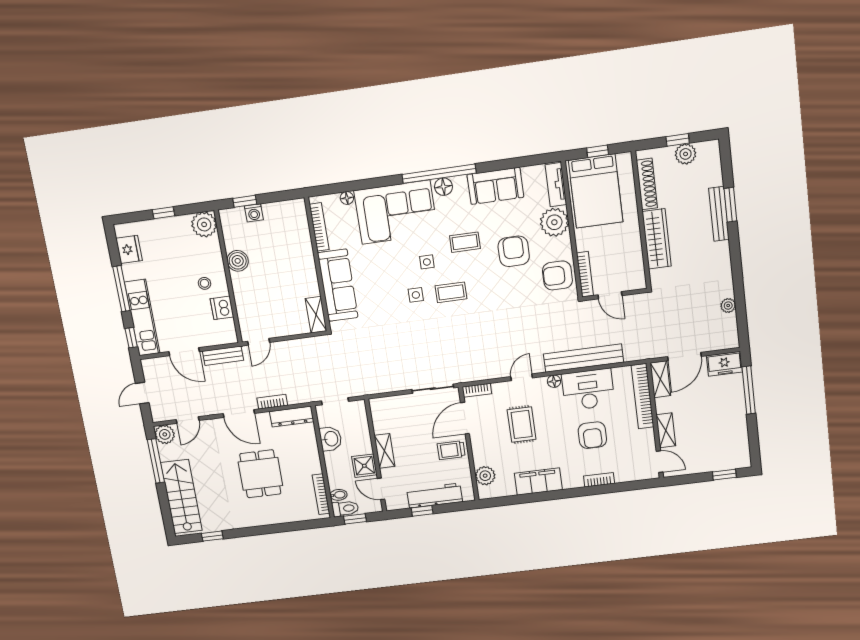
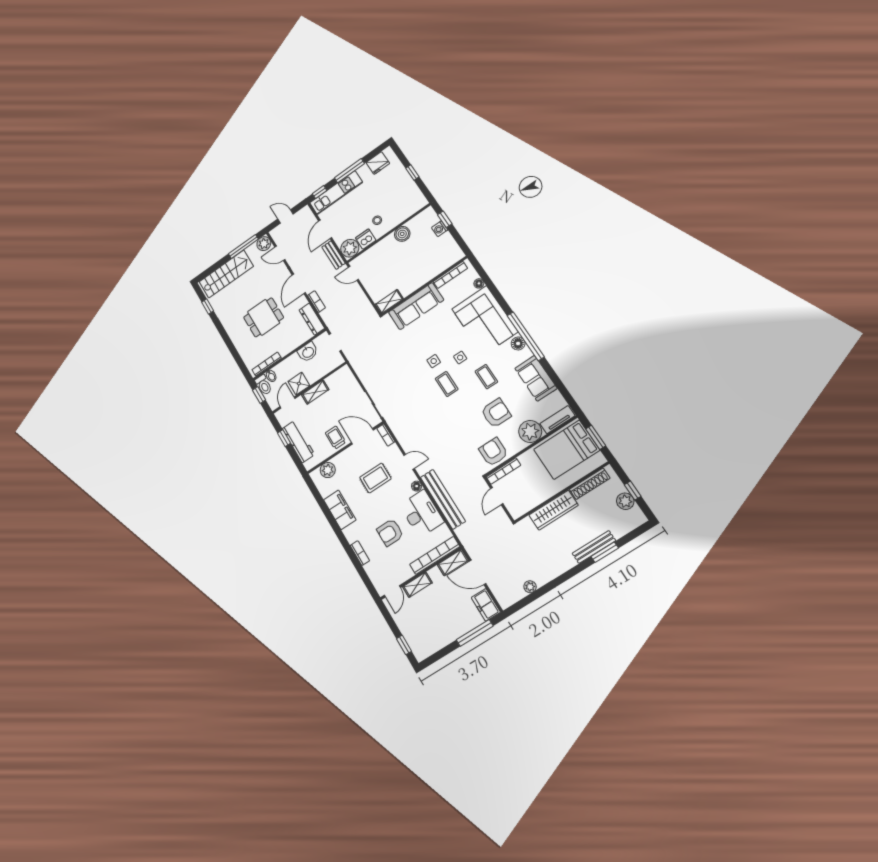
window: (598, 151) -> (596, 437), width x1.50
plant: (204, 224) -> (350, 248), moved

